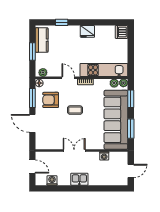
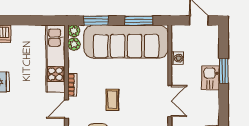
double door: (74, 150) -> (170, 101), swing flipped
kitchen sink: (79, 179) -> (211, 78), moved
window: (95, 188) -> (224, 71), added

